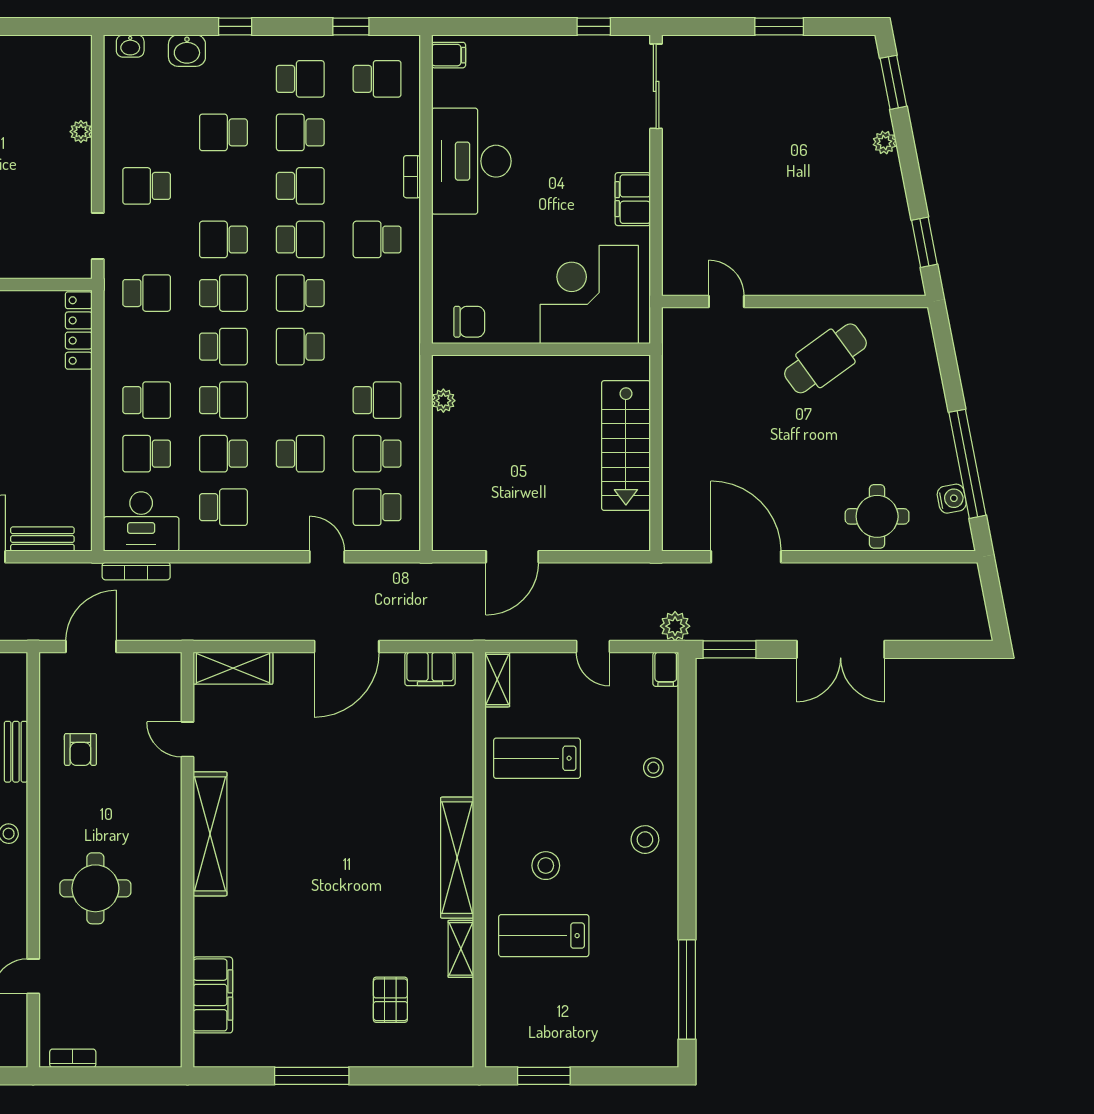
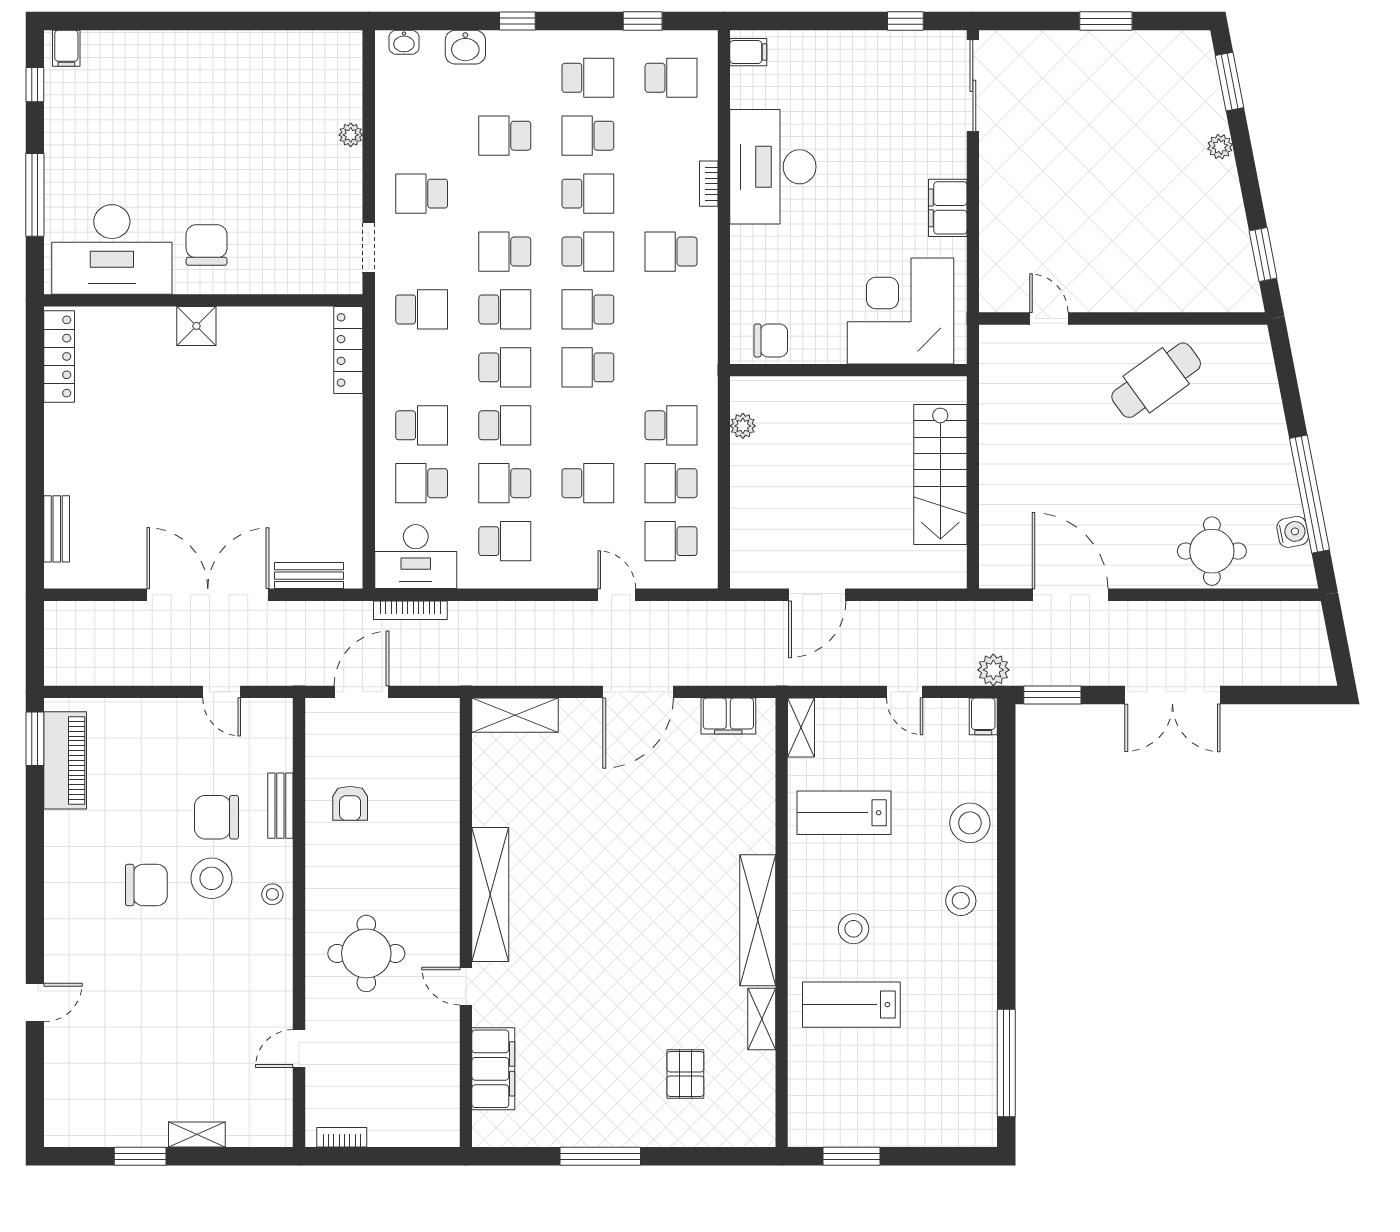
door: (187, 739) -> (466, 986), moved
stool: (653, 768) -> (970, 823), width x1.89, depth x1.89

